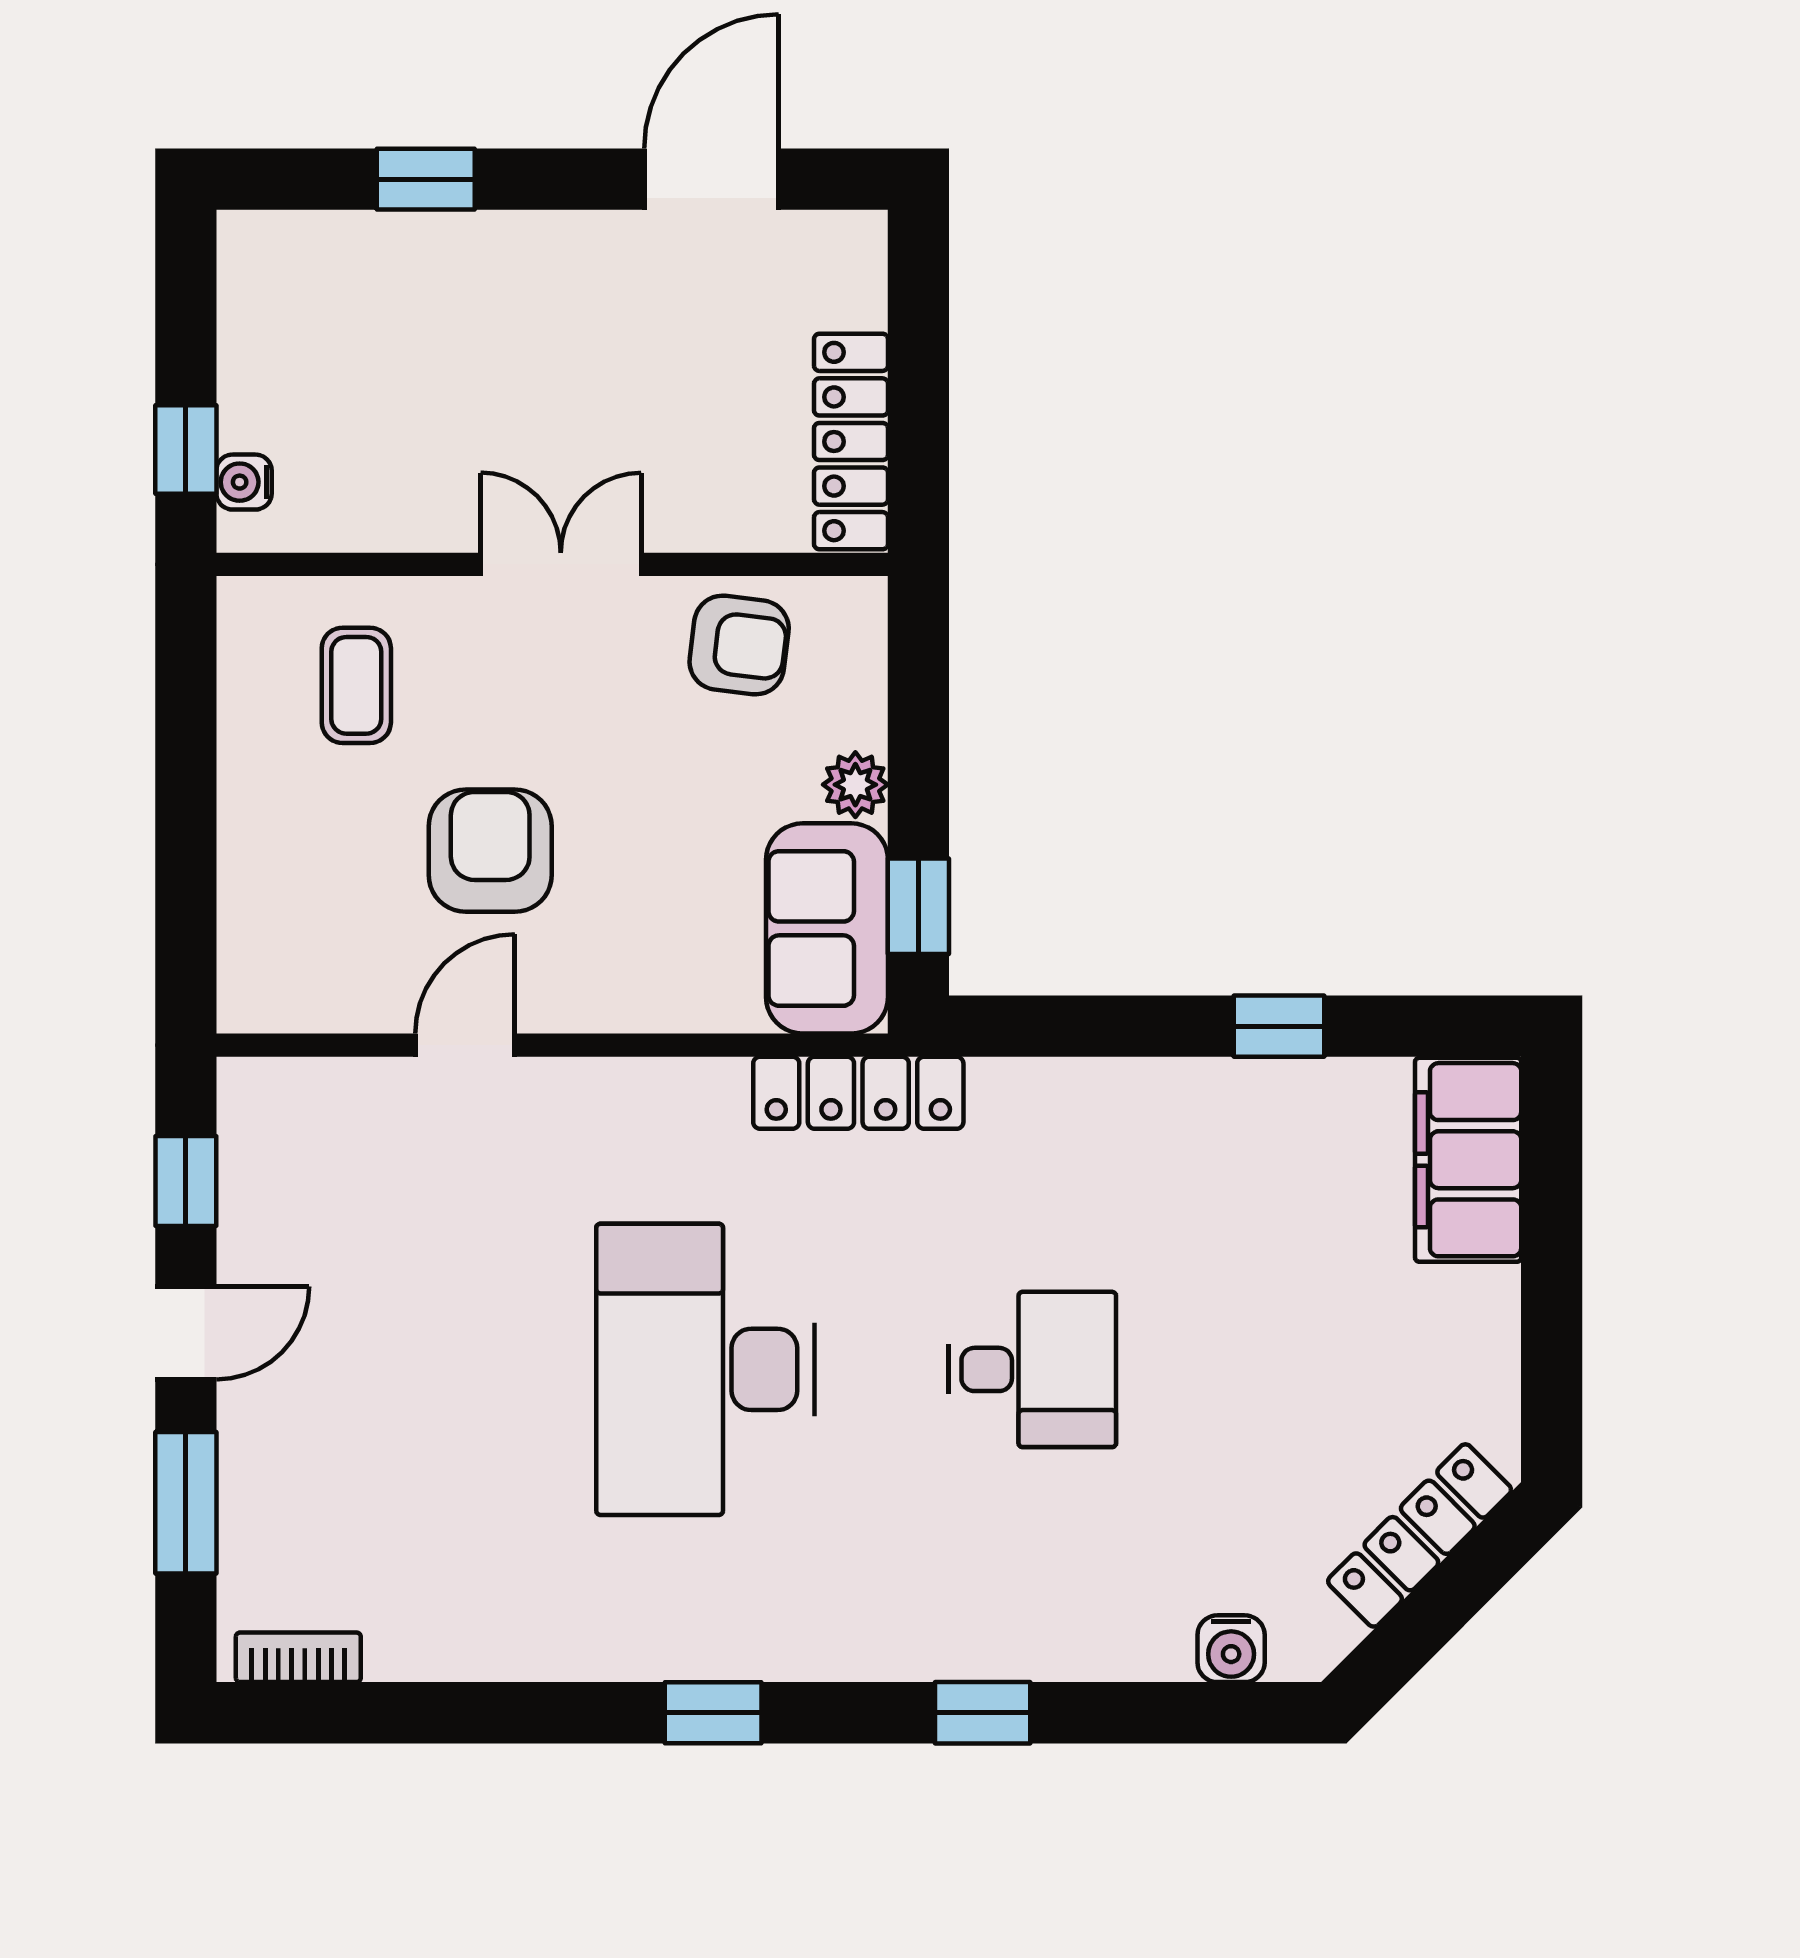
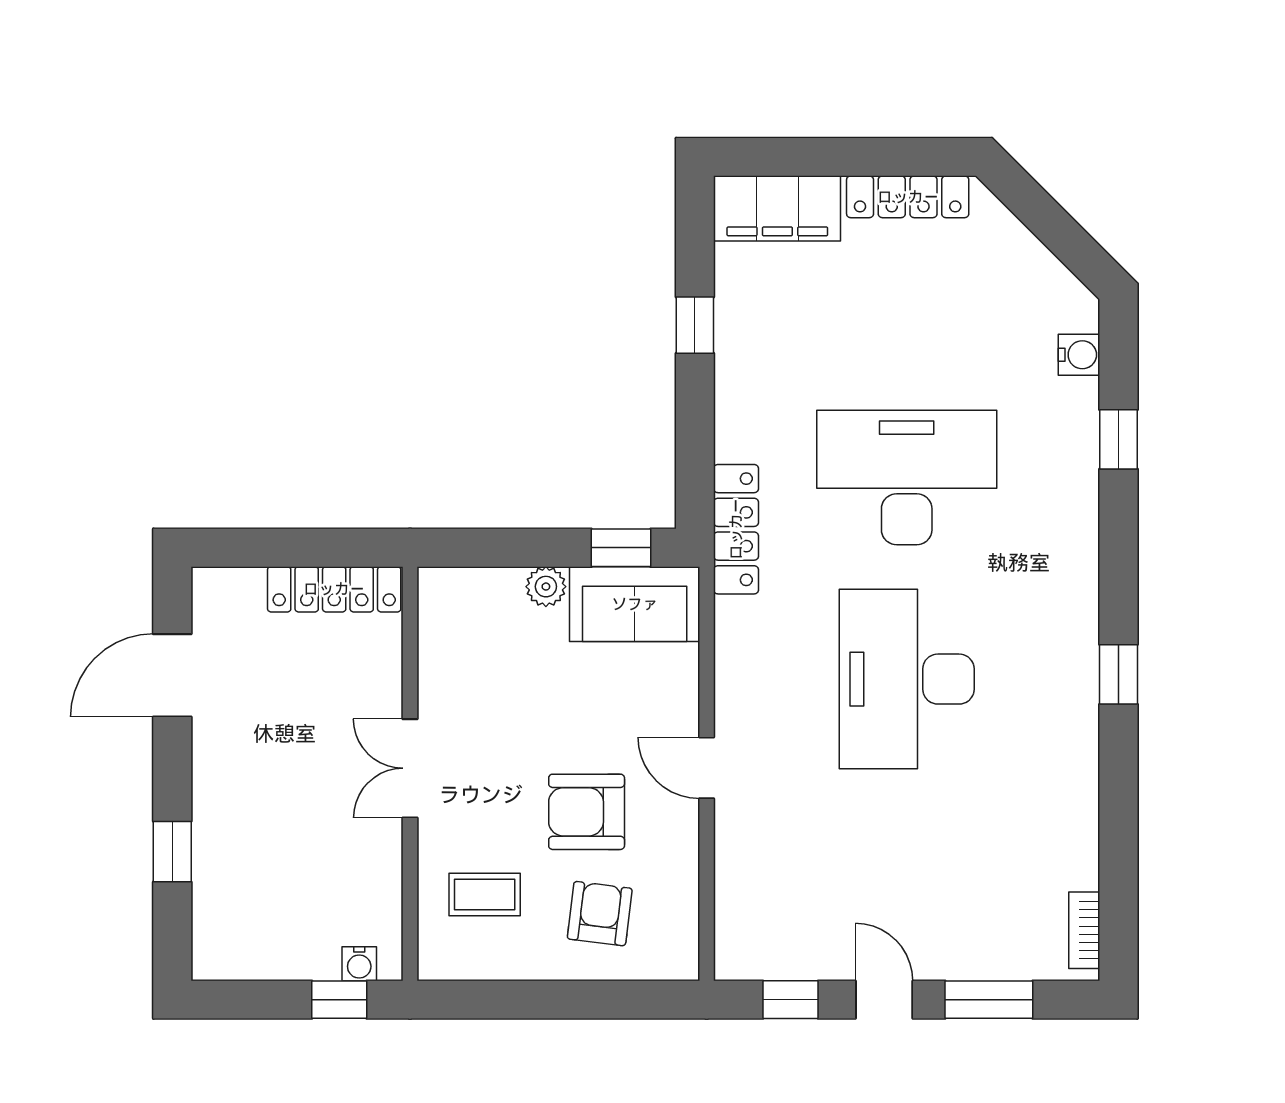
door: (711, 179) -> (172, 675), hinge flipped
armchair: (739, 645) -> (600, 914), moved
door: (465, 1045) -> (707, 768), moved
locker: (858, 1093) -> (736, 529), moved
desk: (705, 1369) -> (907, 679), turned 90
desk: (1032, 1369) -> (907, 478), width x1.87, depth x1.30
locker: (1420, 1535) -> (908, 197), moved, turned -45
window: (983, 1713) -> (1119, 439), moved

